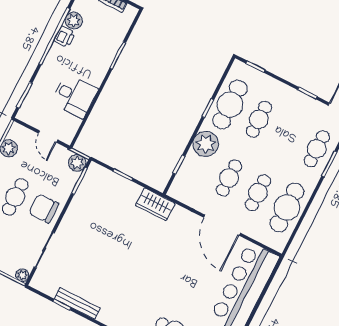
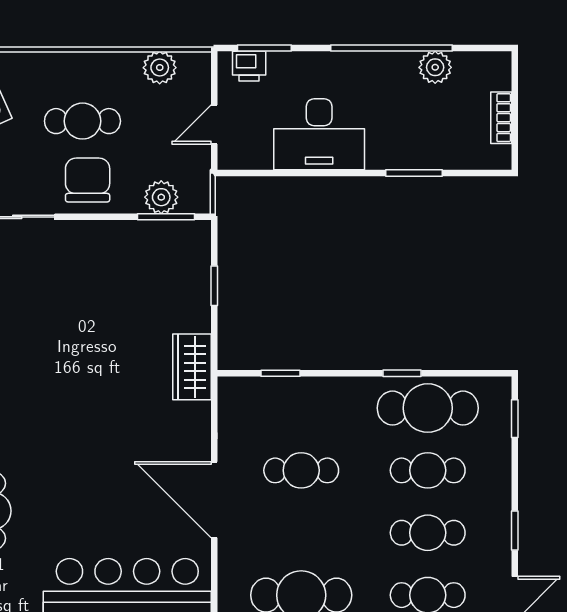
printer: (65, 37) -> (249, 66), moved
desk: (74, 96) -> (319, 134), width x1.37
plant: (206, 144) -> (339, 401), removed
plant: (77, 163) -> (161, 197), moved
cafe table: (258, 193) -> (428, 533), moved
door: (222, 225) -> (214, 500), hinge flipped

